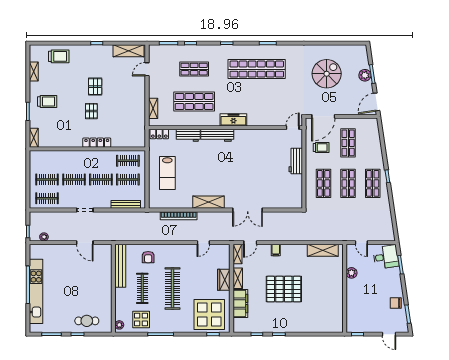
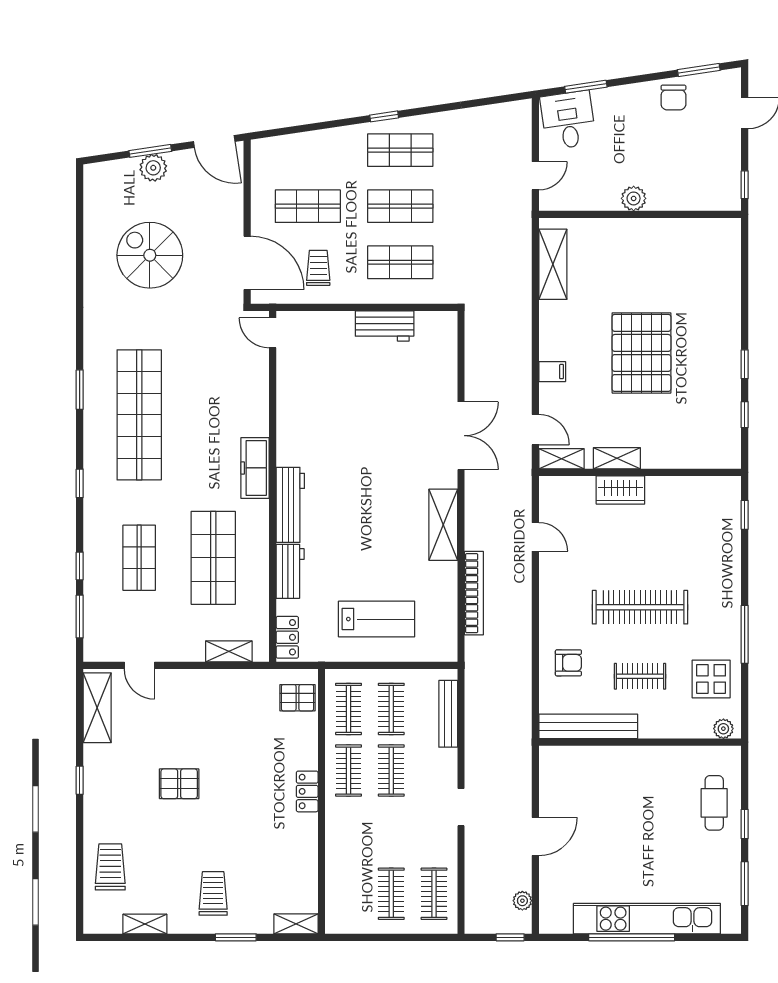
pallet: (91, 111) -> (298, 698), moved
locker: (97, 143) -> (307, 791), width x0.66
workbench: (296, 161) -> (385, 326), moved
clothes rail: (74, 179) -> (348, 771), moved
door: (85, 243) -> (535, 837), moved
plant: (351, 273) -> (634, 198), moved
clothes rail: (142, 288) -> (640, 676), width x0.73
filing cabinet: (240, 303) -> (674, 452), removed
display table: (209, 315) -> (700, 523), removed

